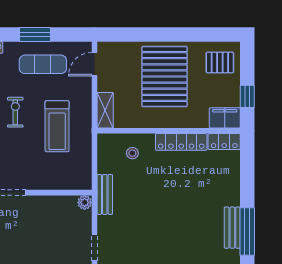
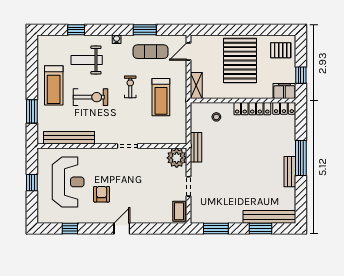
plant: (85, 202) -> (177, 158), width x1.87, depth x1.87
window: (247, 231) -> (301, 158), moved

